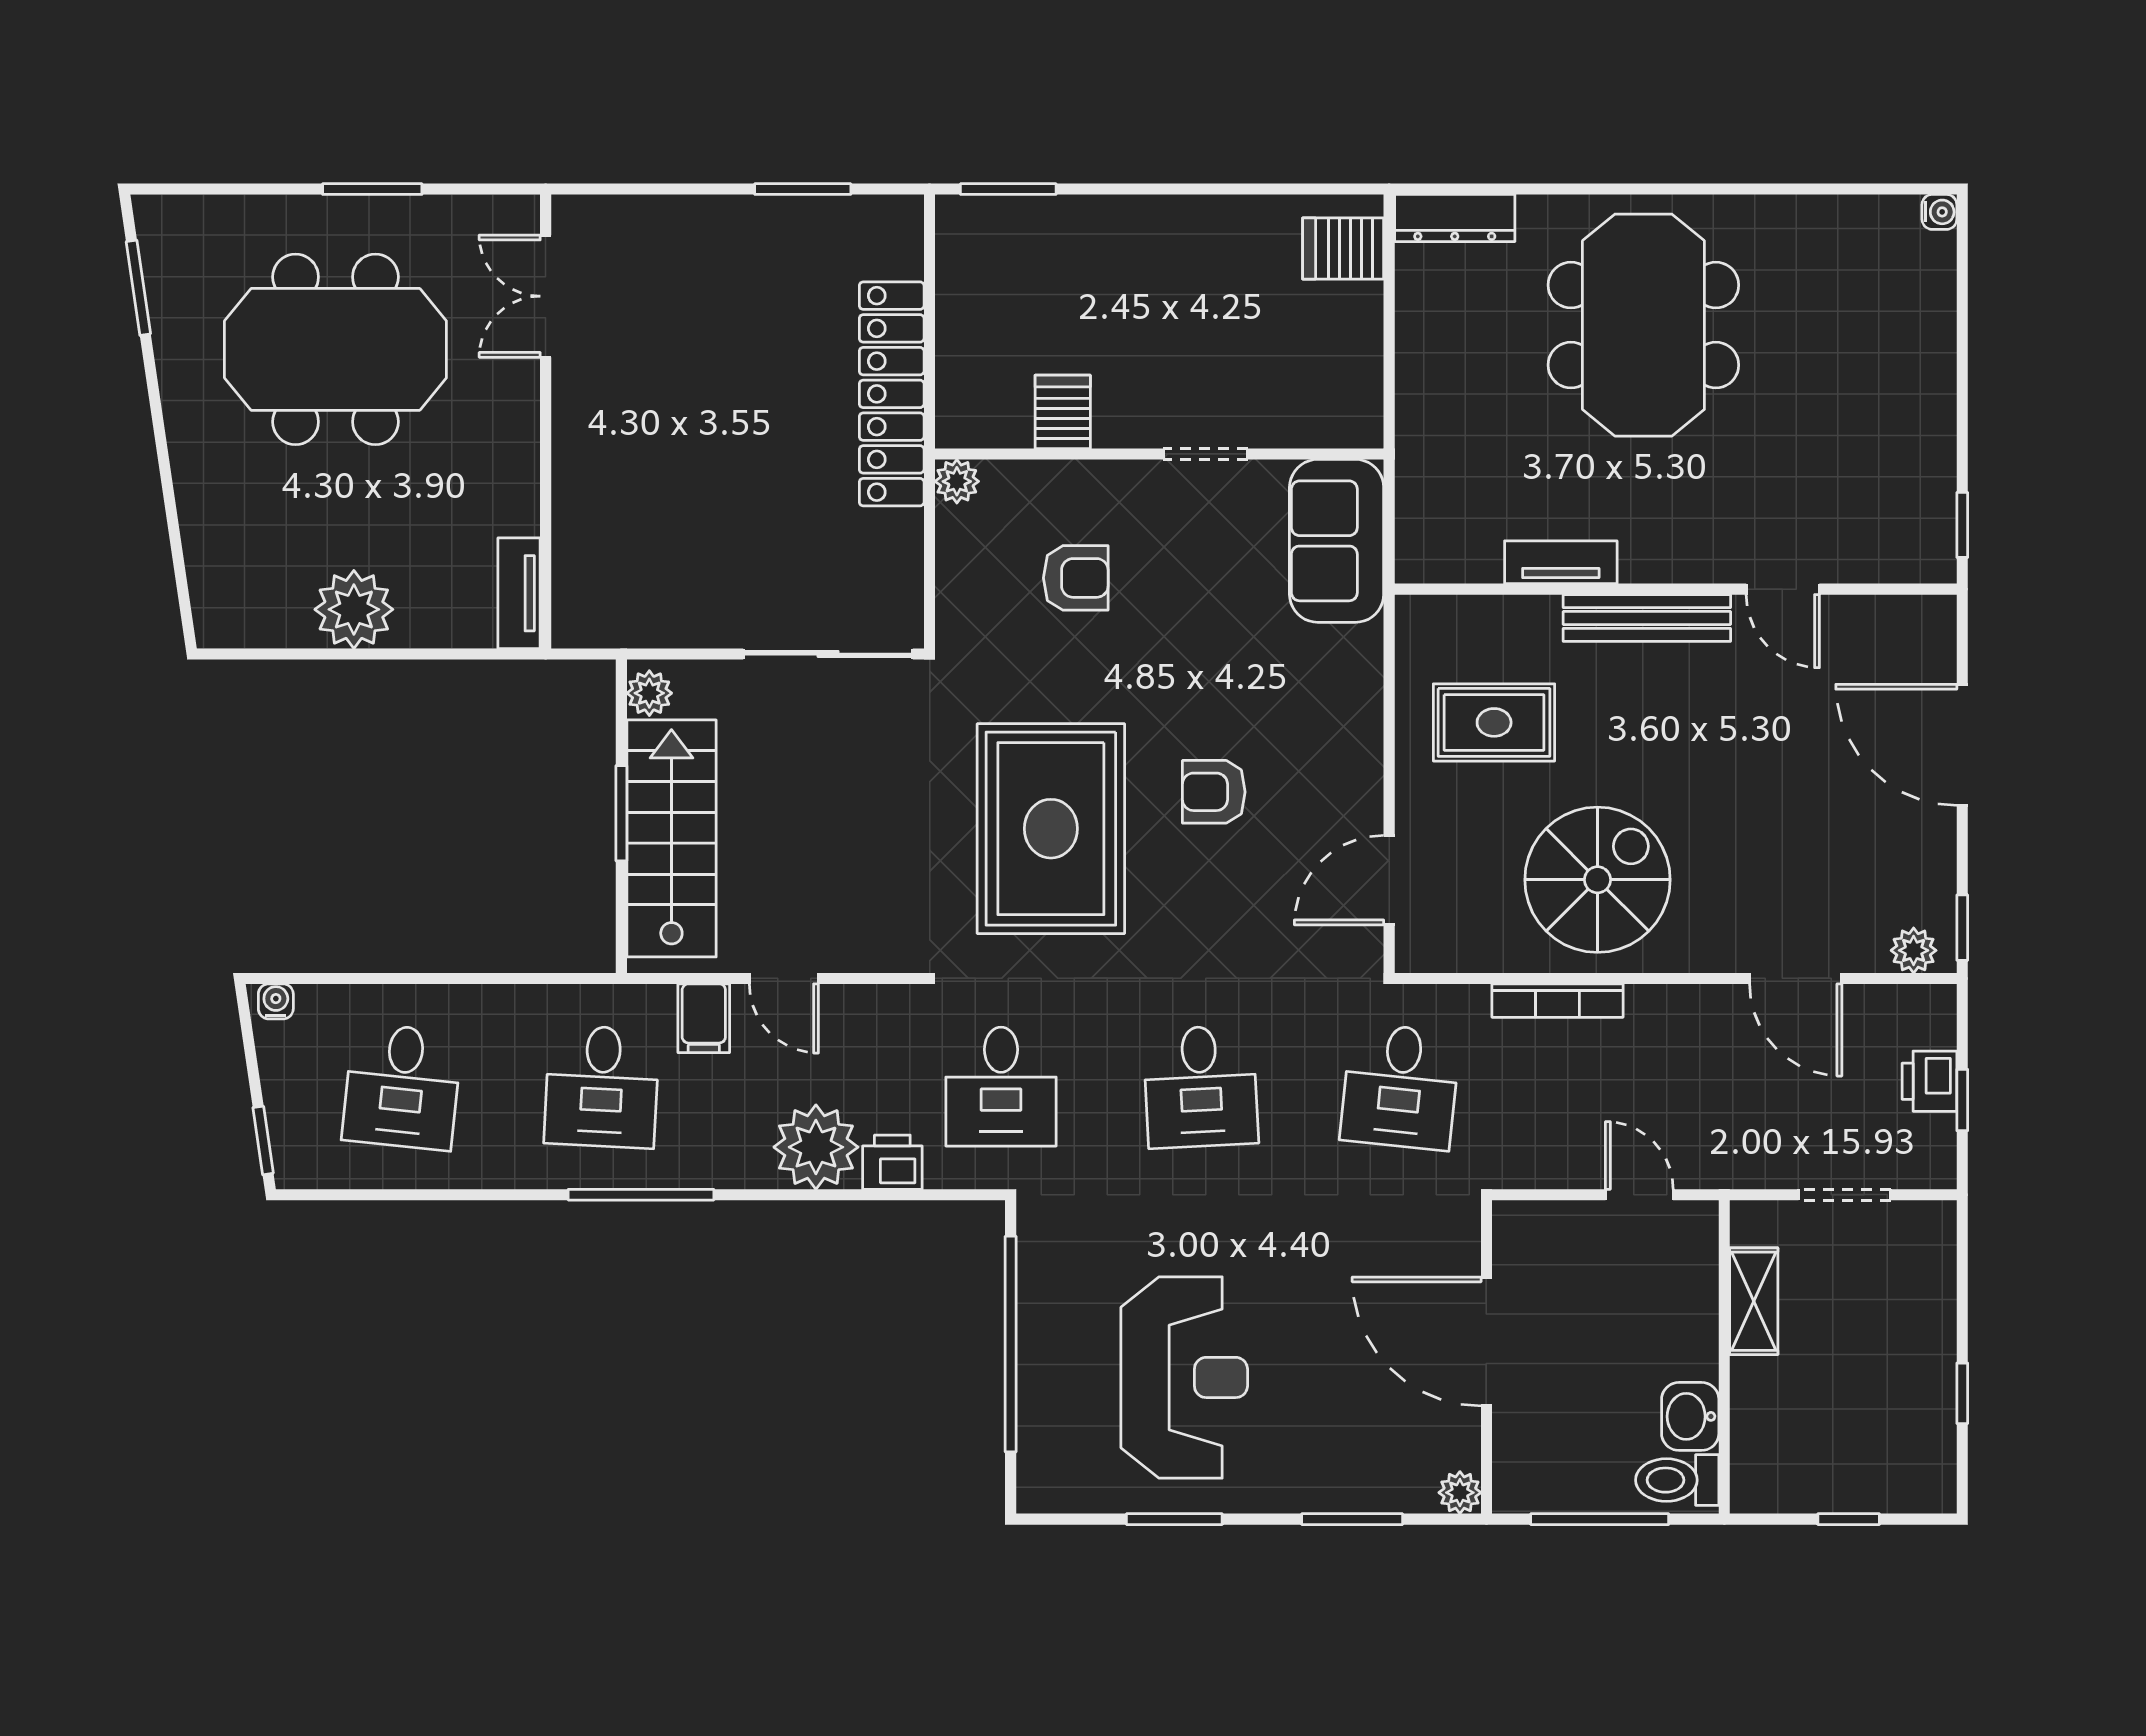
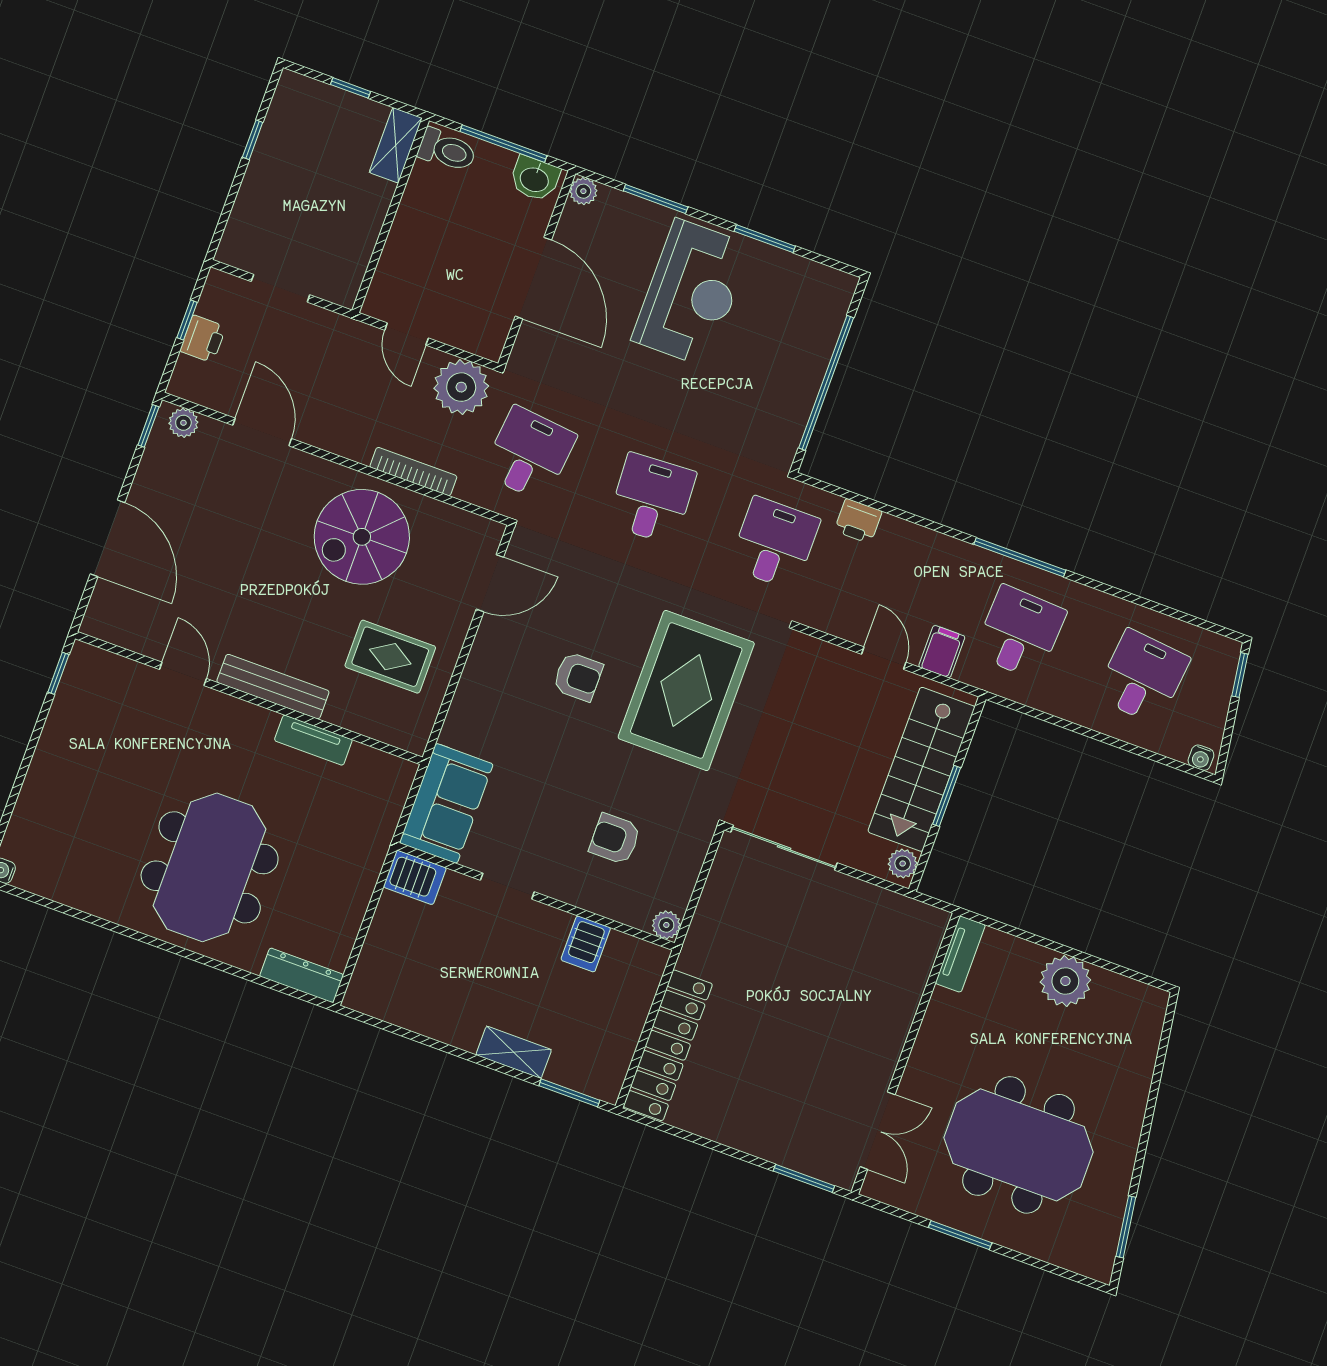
window: (803, 189) -> (804, 1178), moved
shelving: (1110, 218) -> (514, 1052), added
server rack: (1343, 248) -> (415, 877), moved
locker: (892, 394) -> (668, 1045), moved
plant: (816, 1147) -> (461, 387), moved
shelving: (1754, 1301) -> (396, 145), moved
reception desk: (1184, 1377) -> (692, 293), moved, turned 180
washbasin: (1690, 1416) -> (535, 179), moved, turned 90

